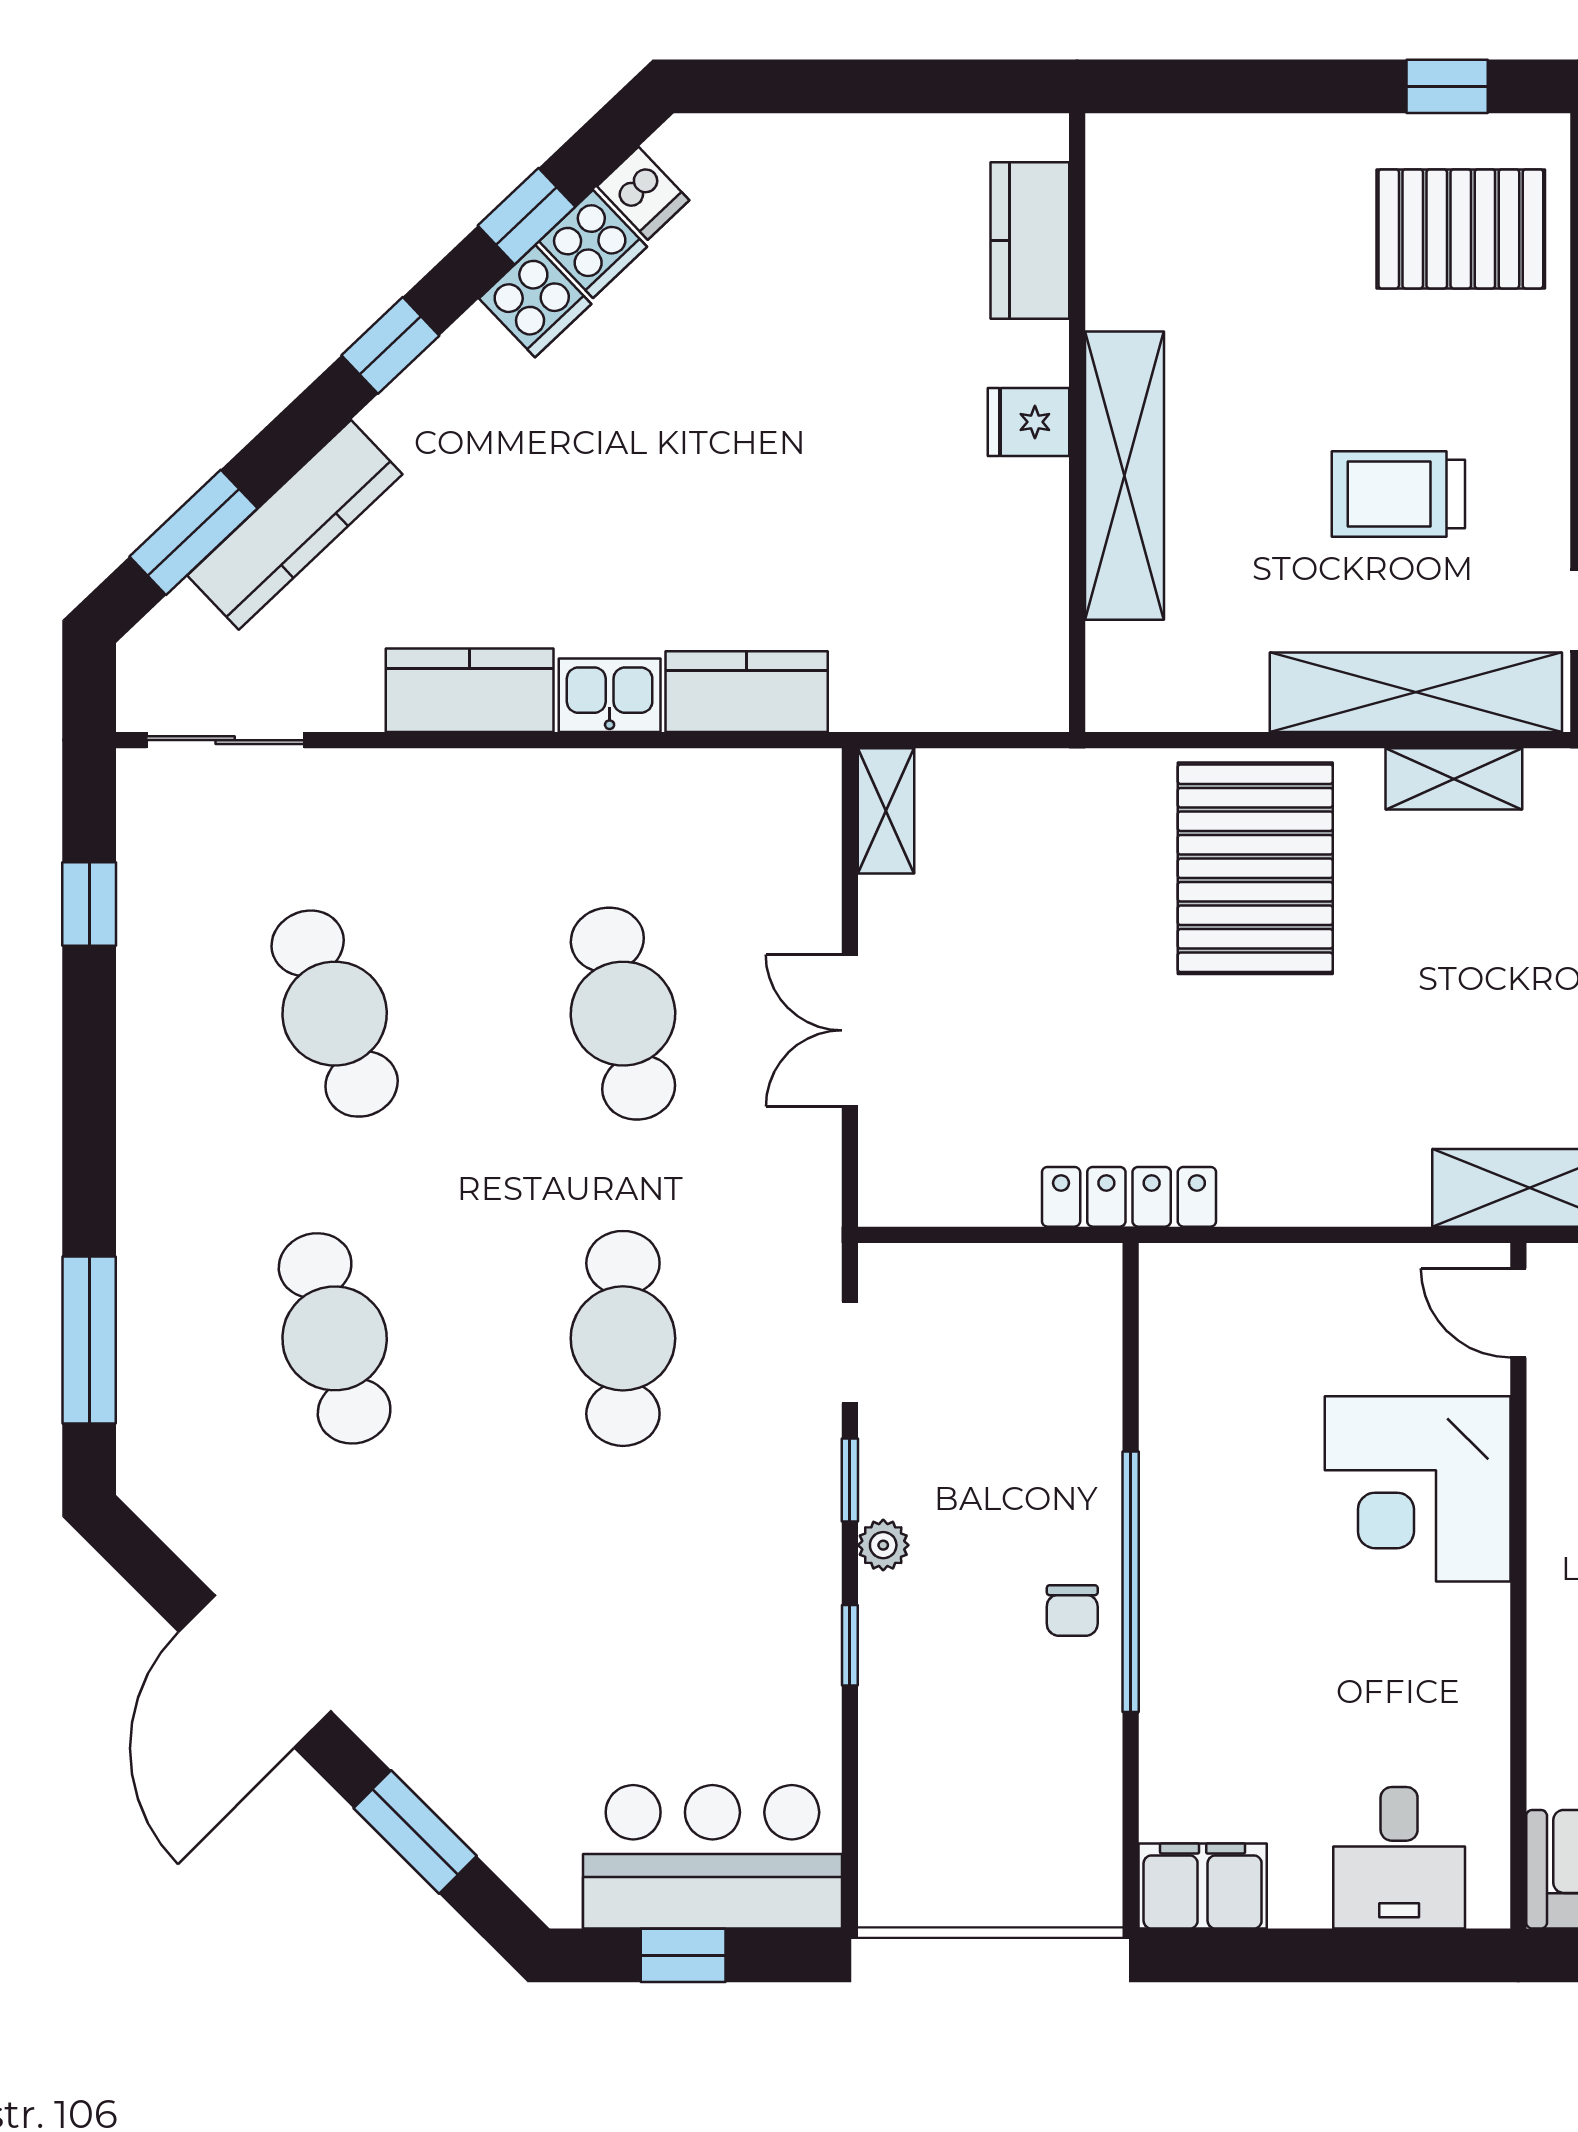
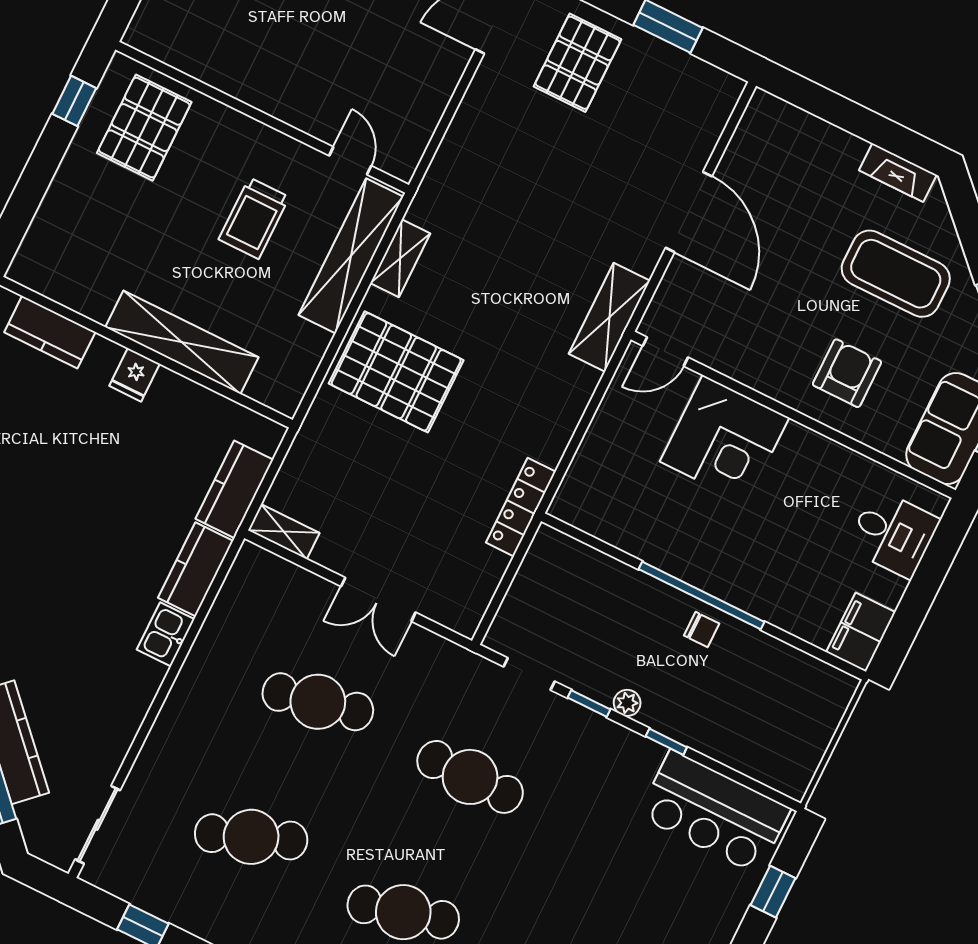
kitchen counter: (470, 690) -> (234, 489), moved
bar counter: (712, 1857) -> (714, 812), moved, turned -90

